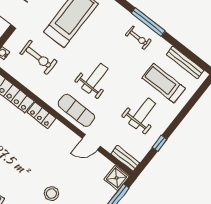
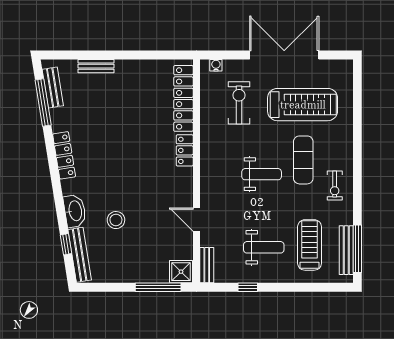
window: (148, 22) -> (357, 249), moved
exercise bike: (38, 57) -> (239, 103), turned 180
exercise mat: (76, 110) -> (303, 160), moved

